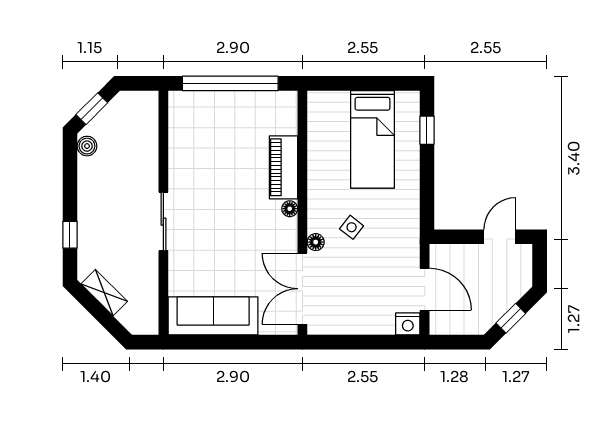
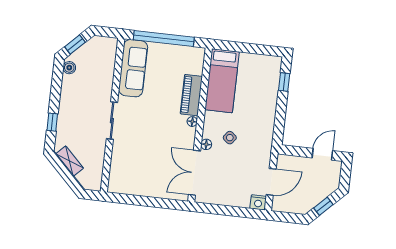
bed: (373, 139) -> (222, 81), moved
door: (425, 289) -> (271, 182), hinge flipped
sofa: (213, 316) -> (133, 68), moved, turned 90

